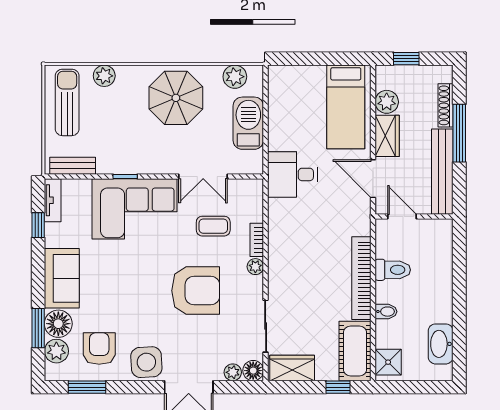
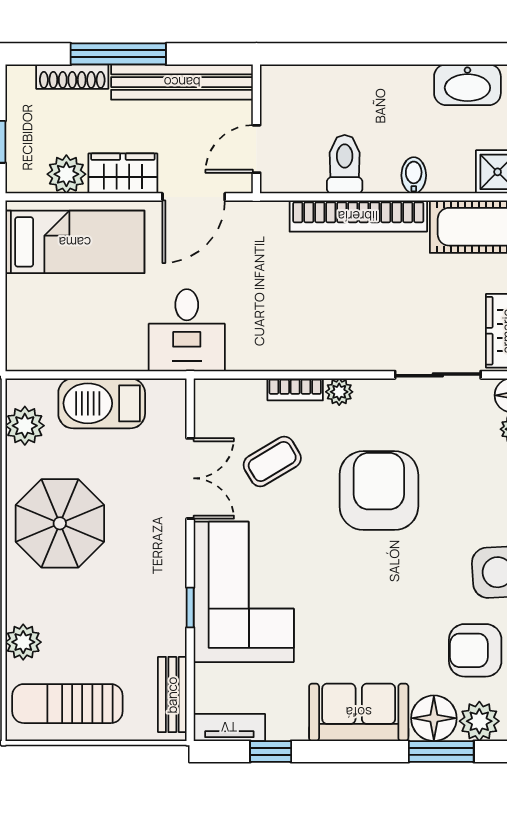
coffee table: (213, 226) -> (272, 461), turned 59

